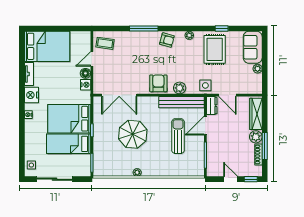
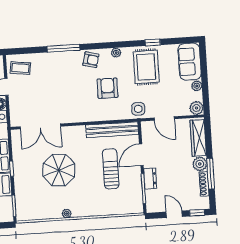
armchair: (158, 83) -> (108, 88), moved
plant: (180, 88) -> (196, 108), moved
dresser: (212, 106) -> (150, 178), moved

